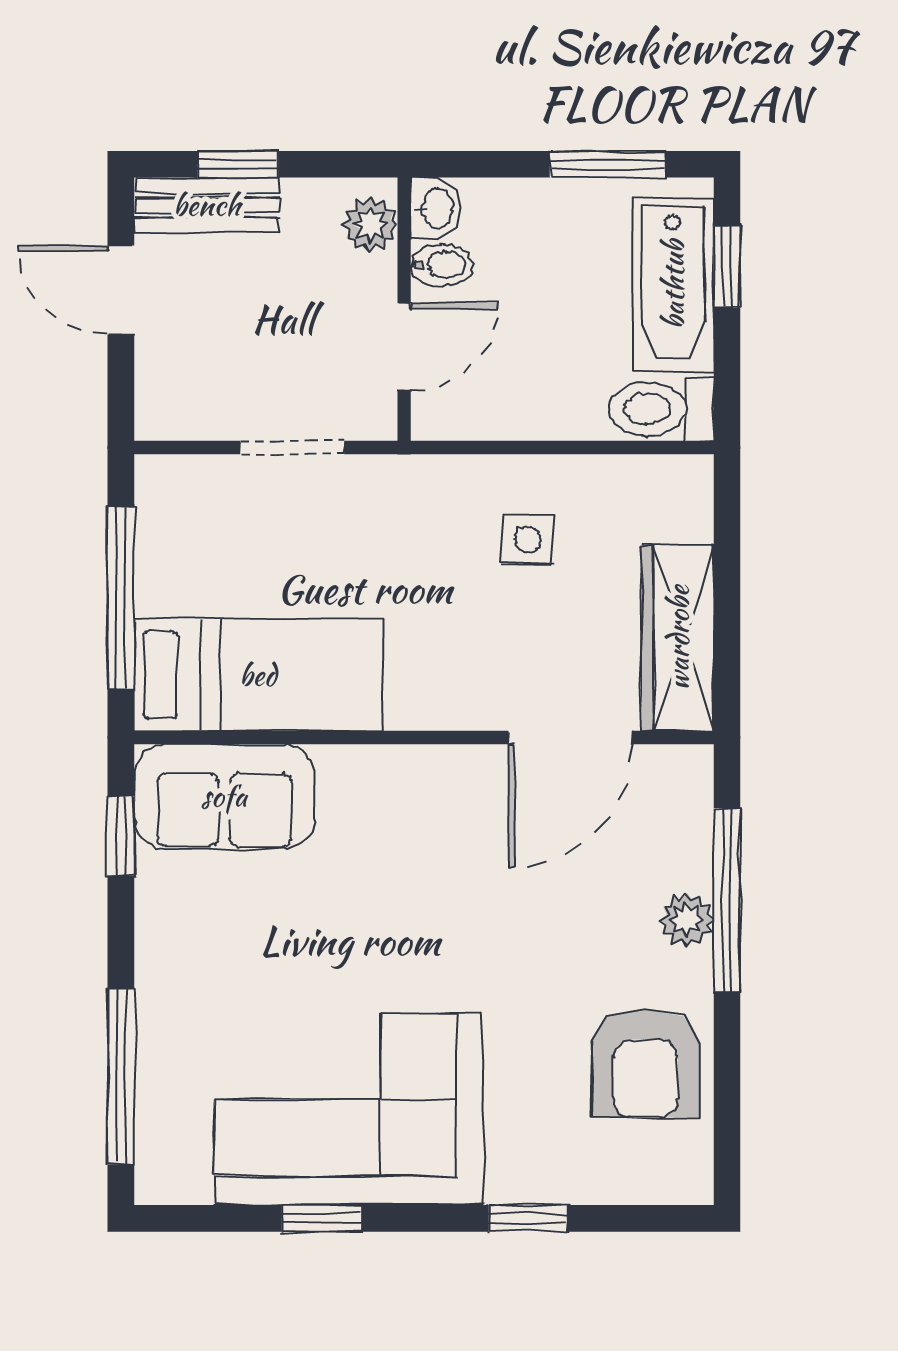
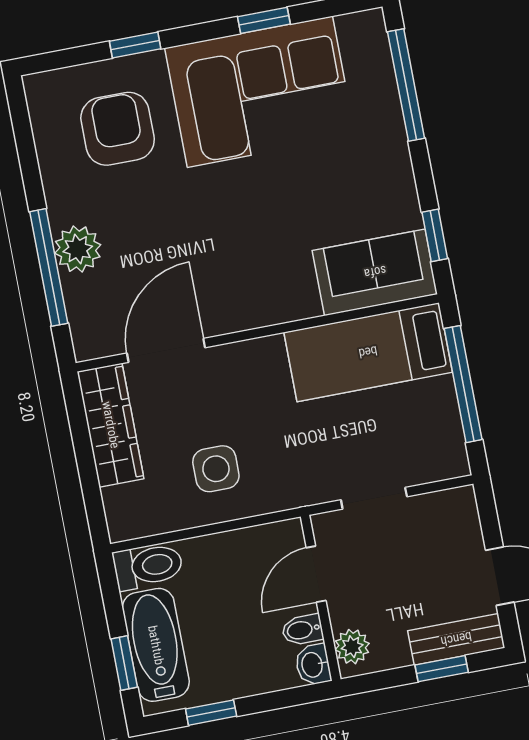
window: (607, 164) -> (211, 713), width x0.67
side table: (528, 540) -> (216, 469), width x1.37, depth x1.37
plant: (687, 920) -> (78, 249), width x1.38, depth x1.38
armchair: (645, 1063) -> (118, 129), moved

